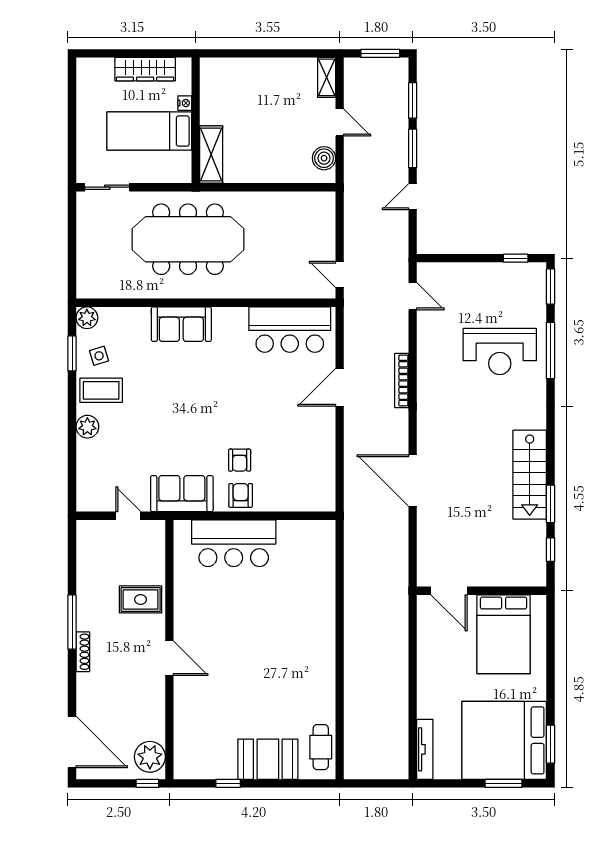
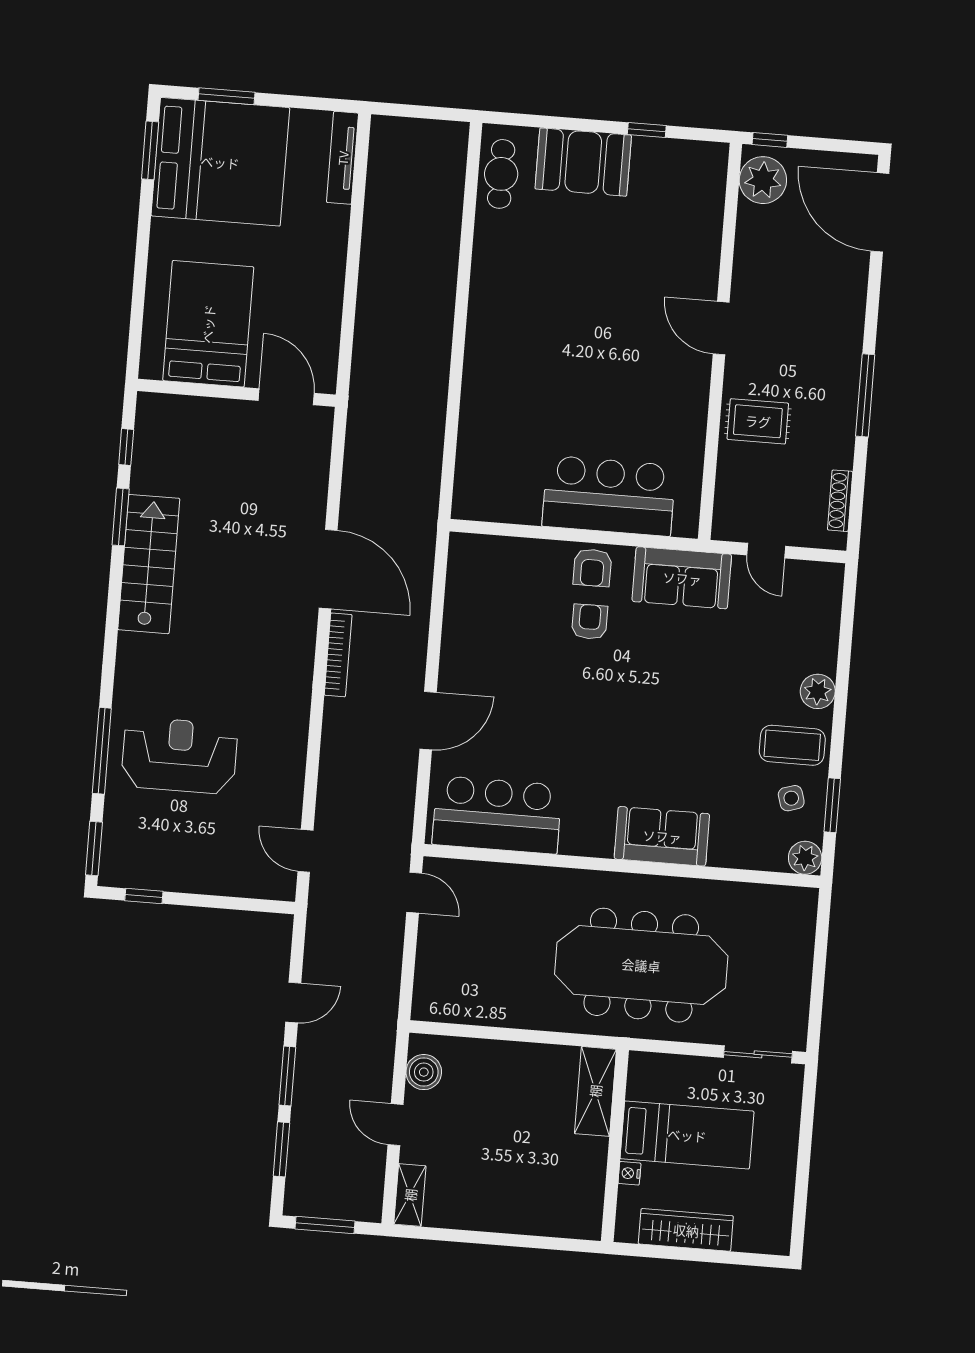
bookcase: (402, 380) -> (338, 655), moved
shoe rack: (83, 652) -> (840, 501), moved

